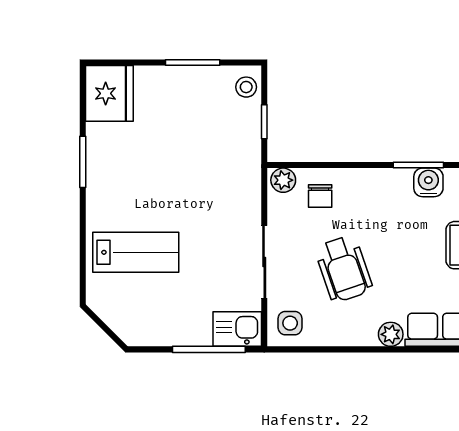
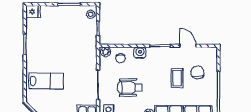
fridge: (109, 93) -> (33, 12), width x0.53, depth x0.75
water cooler: (428, 182) -> (140, 53), moved
wheelchair: (344, 269) -> (130, 88), turned 109

